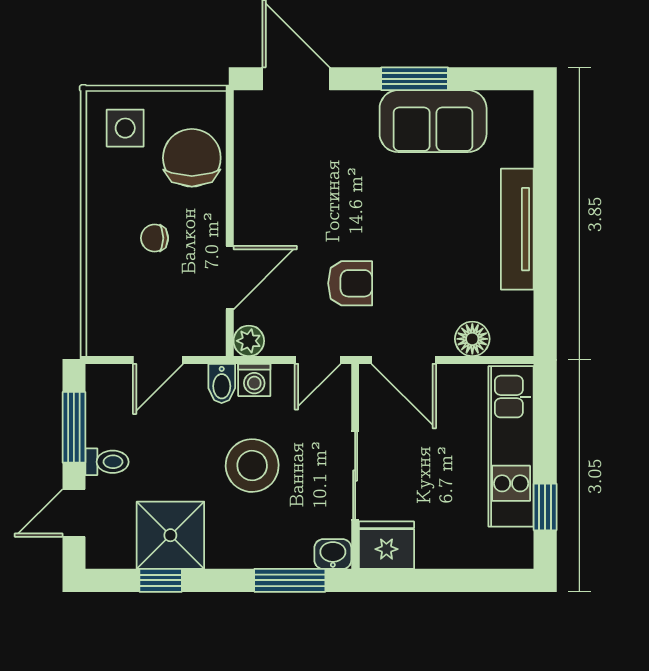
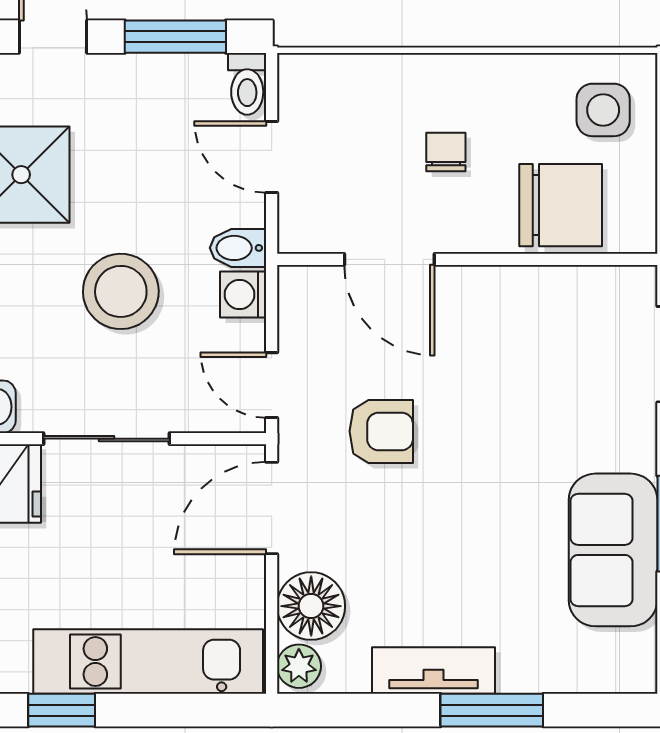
window: (545, 206) -> (492, 710), added
tv unit: (517, 229) -> (434, 670), width x0.71
armchair: (350, 283) -> (381, 431), turned -90
floor lamp: (472, 339) -> (311, 606), width x1.38, depth x1.38
plant: (249, 341) -> (299, 666), moved
toilet: (107, 462) -> (247, 84), moved

